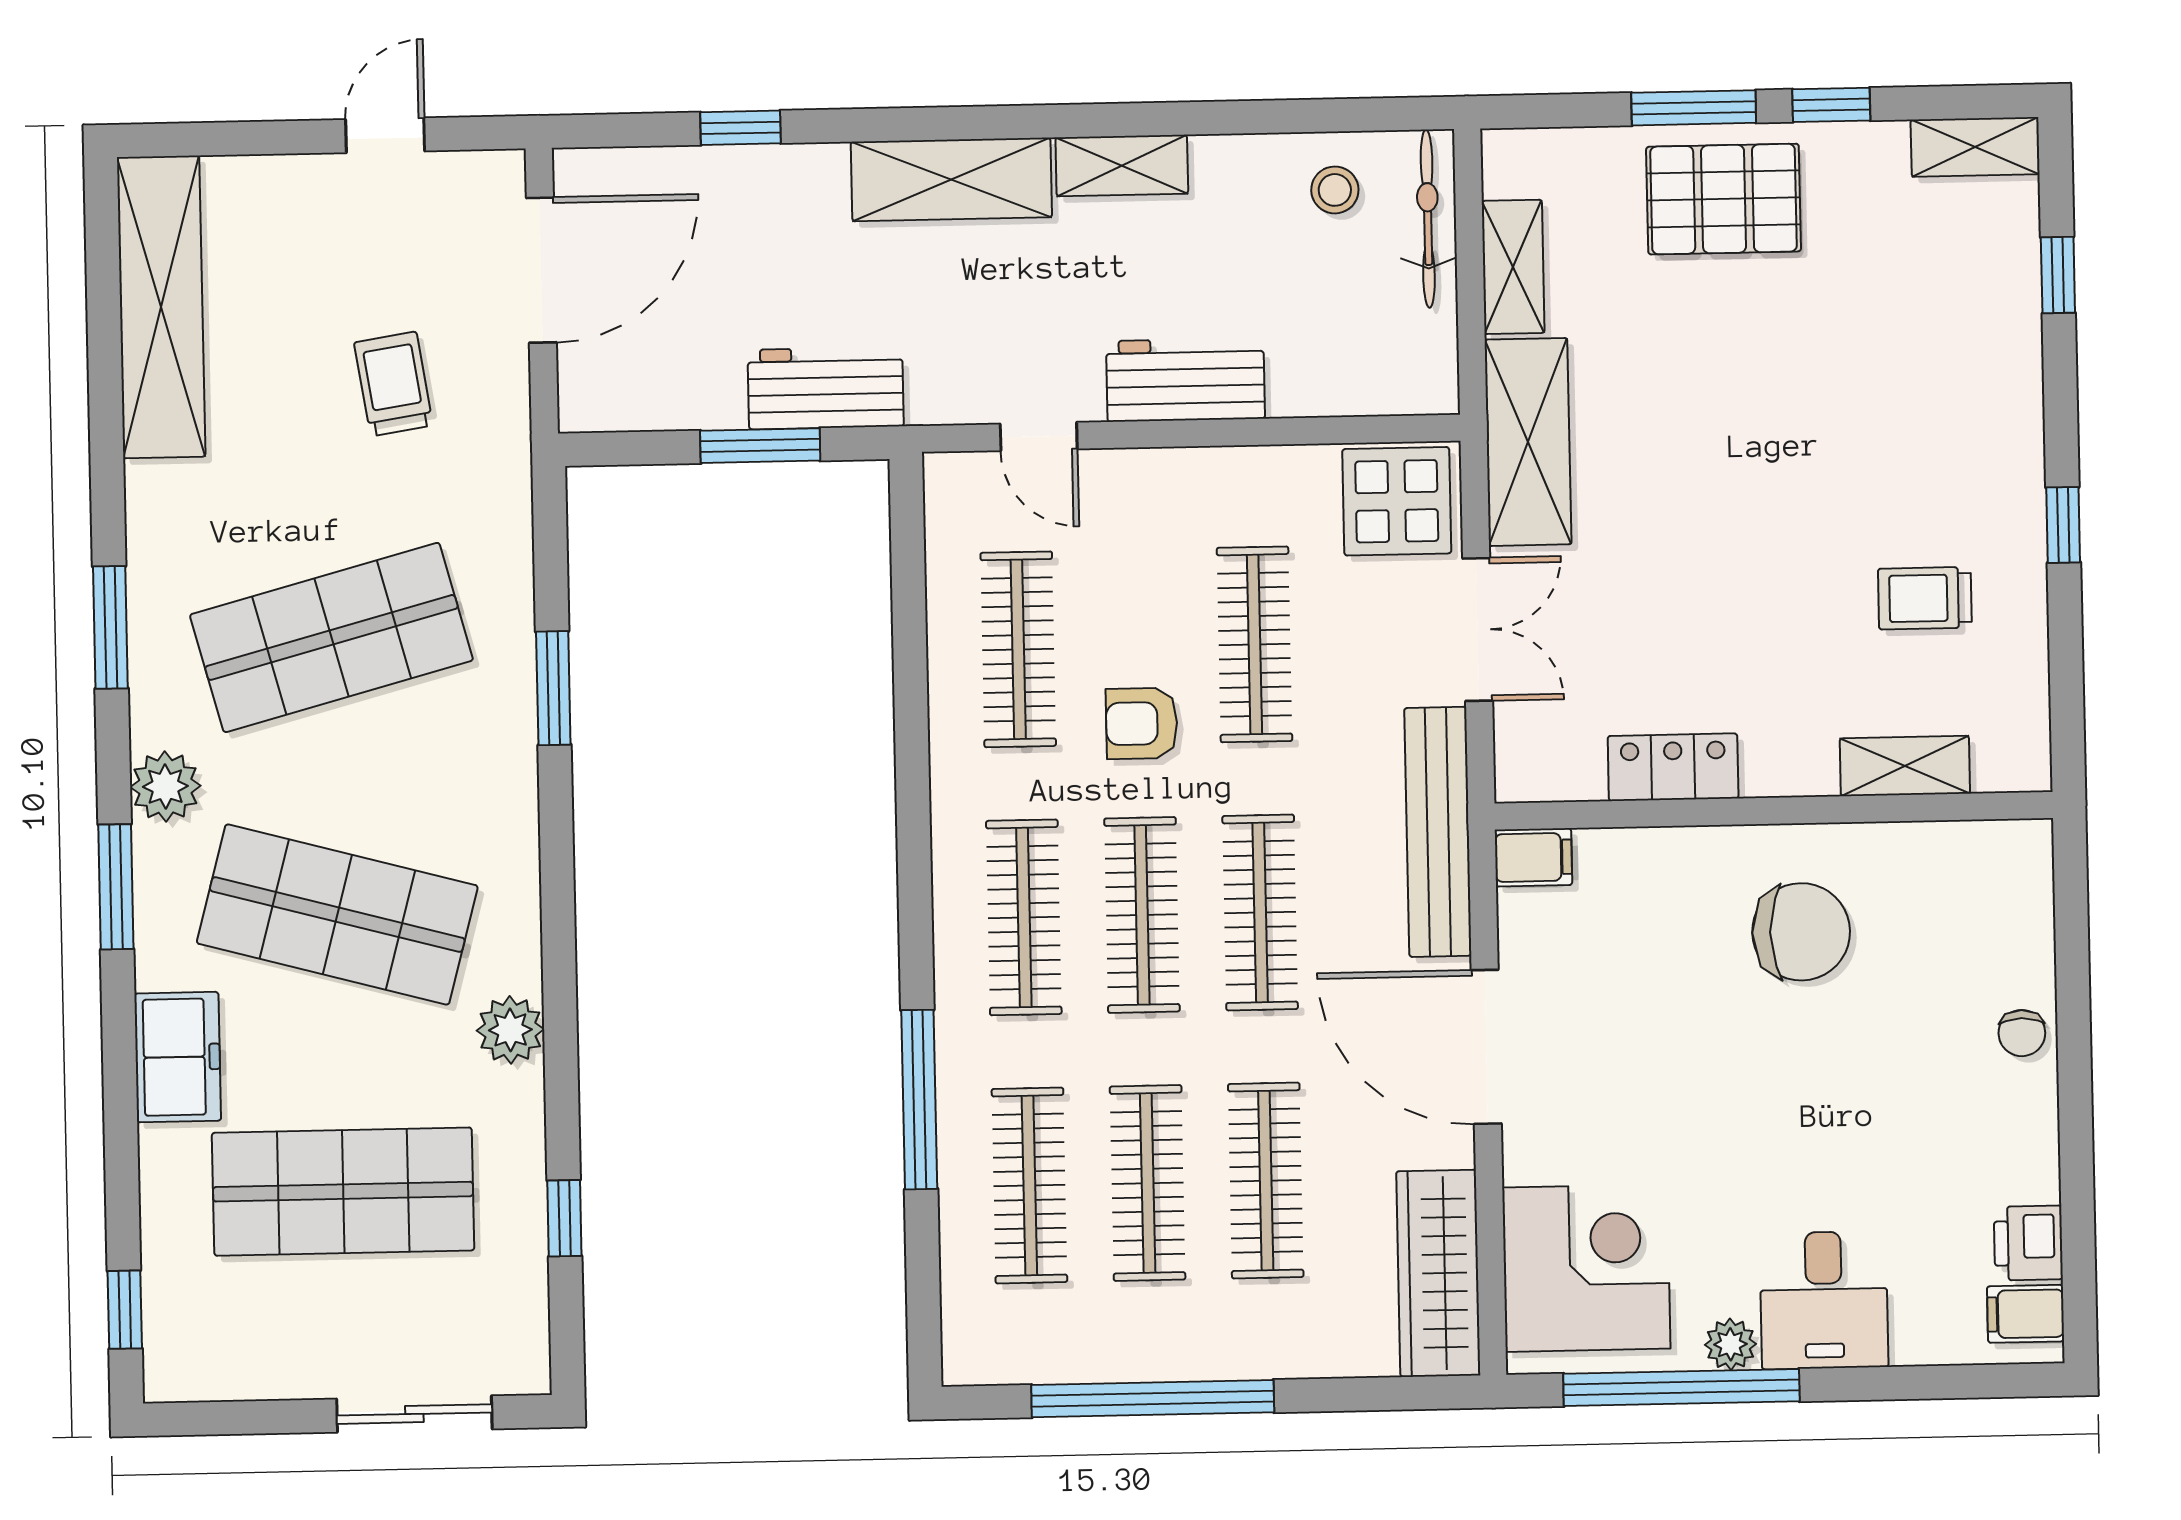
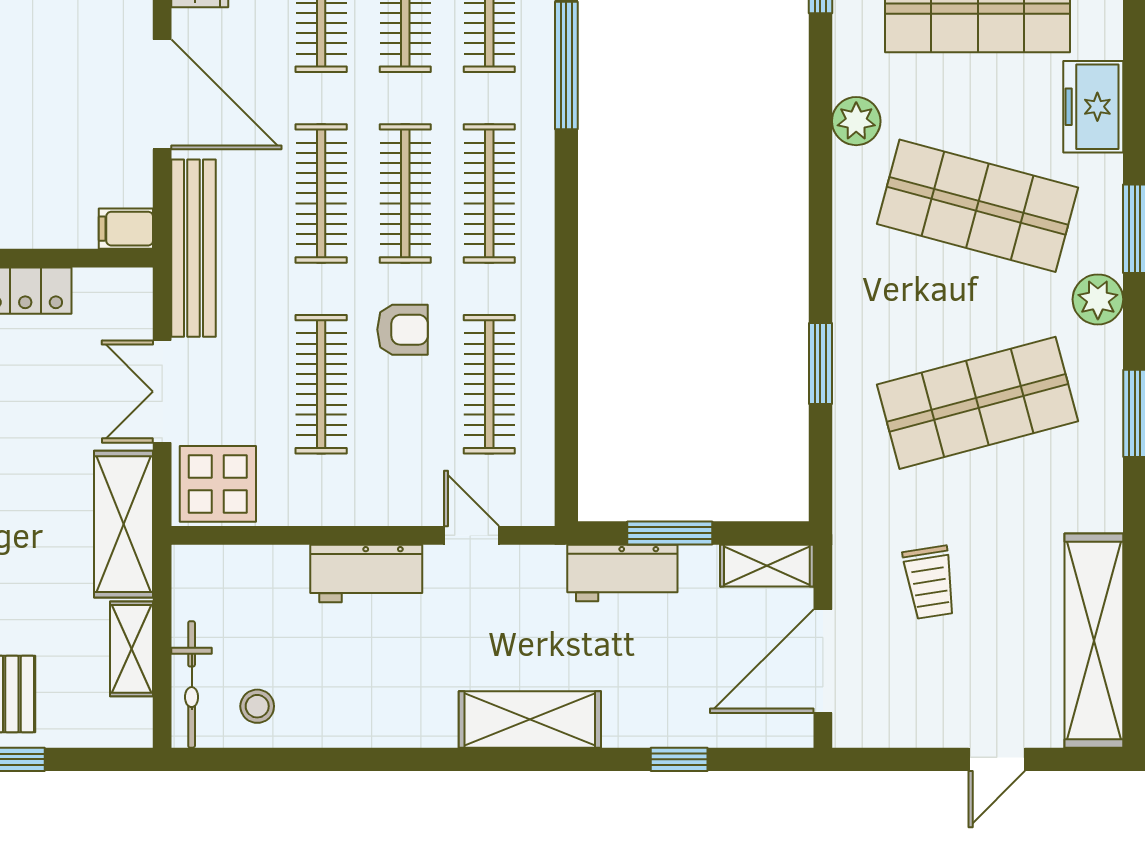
door: (385, 135) -> (997, 759), moved
shelving: (1122, 166) -> (767, 566), moved

